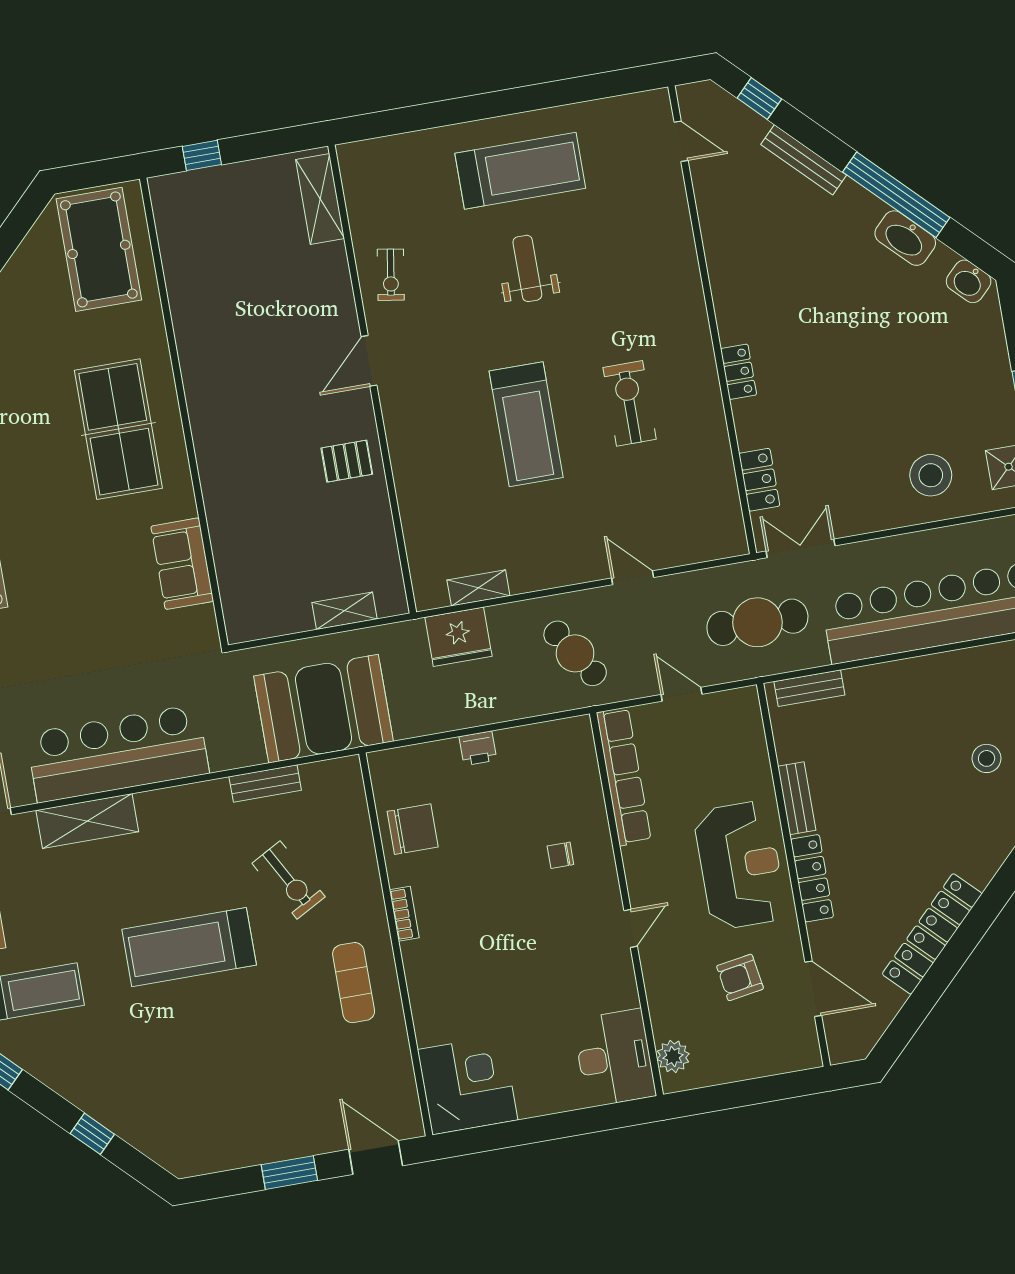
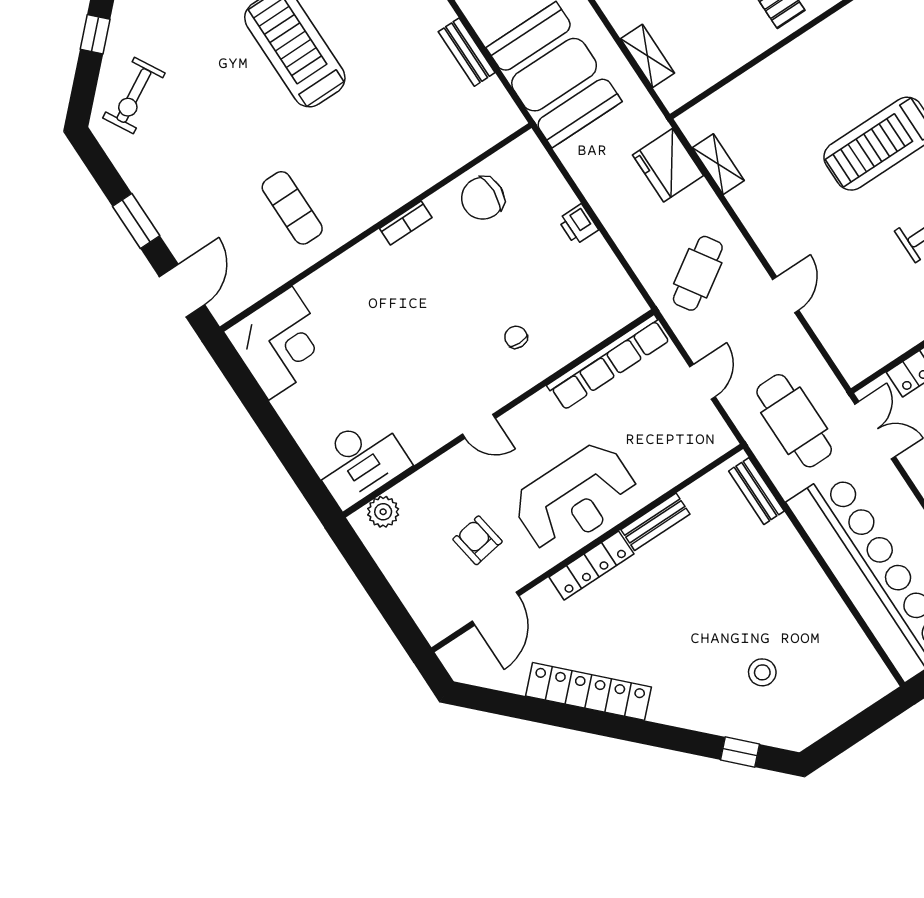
chair: (413, 829) -> (483, 198), turned 92
exercise bike: (289, 880) -> (134, 96), moved
exercise mat: (354, 983) -> (292, 208), moved, turned 90

